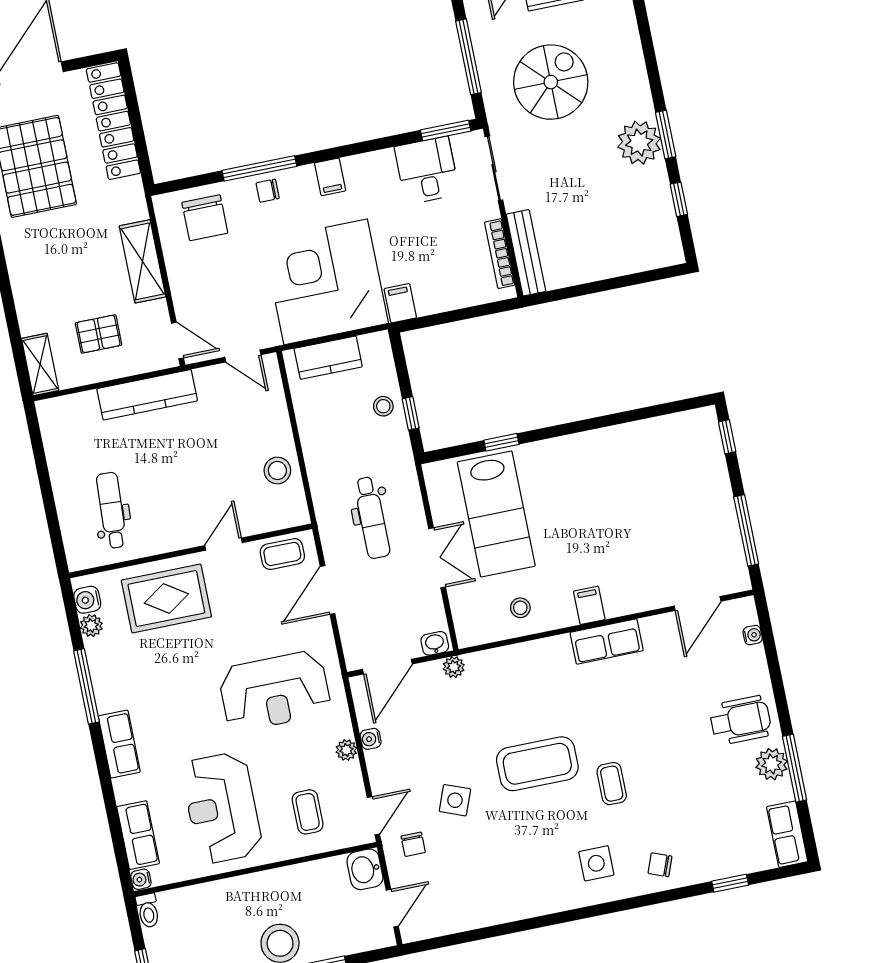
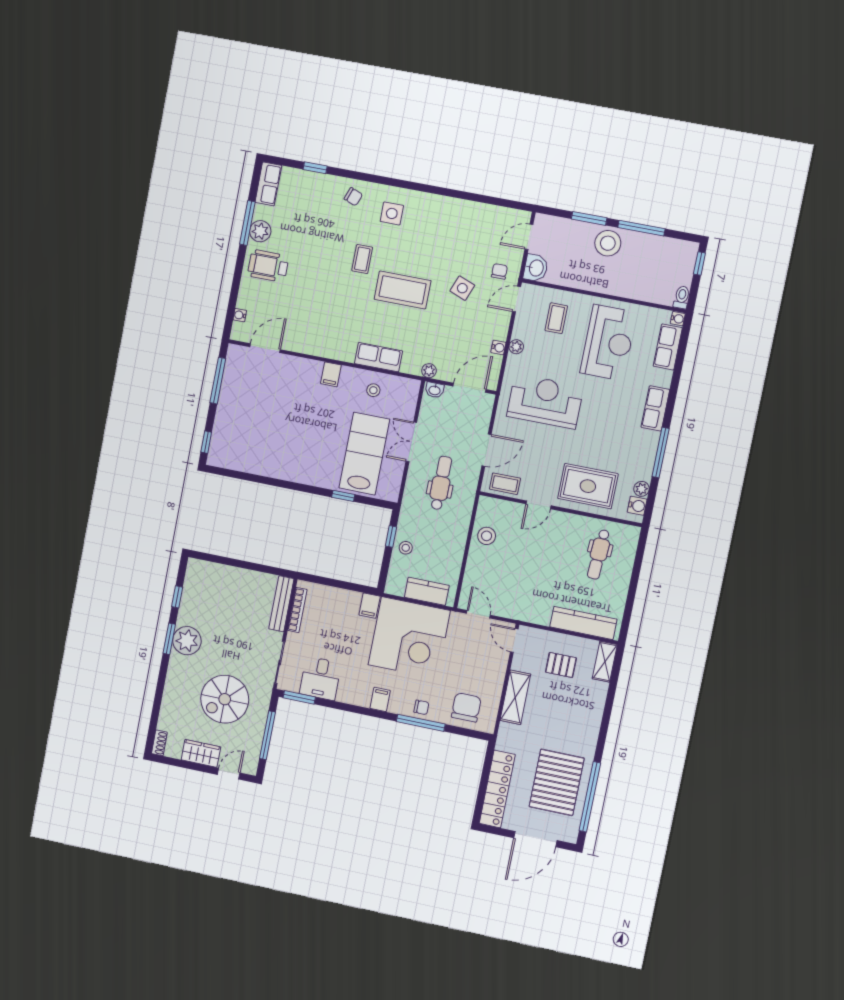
kitchen counter: (147, 395) -> (583, 623), moved
row of seats: (607, 642) -> (378, 357), moved

